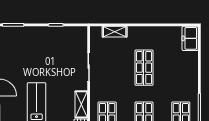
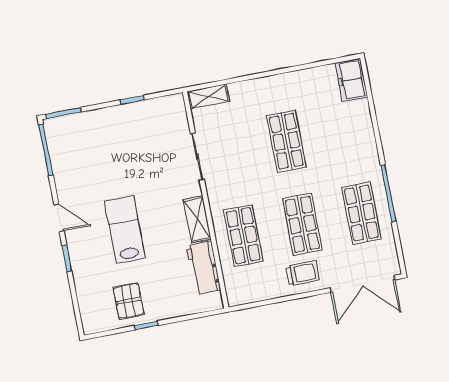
shelving: (115, 32) -> (208, 96), moved

